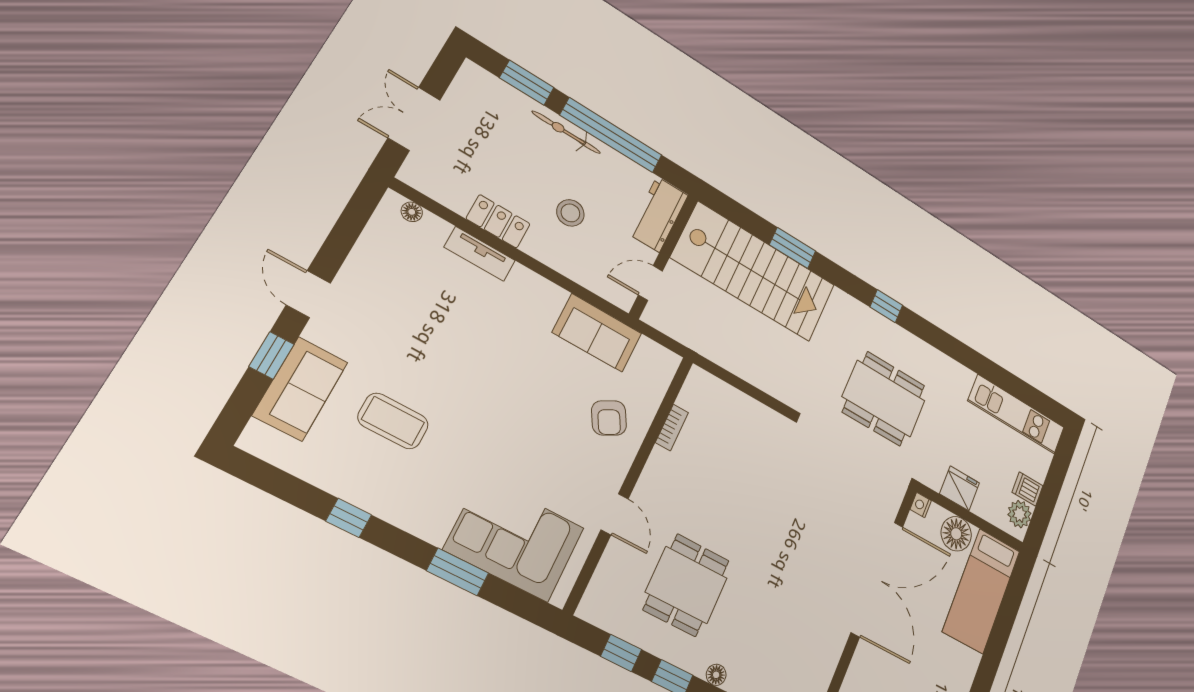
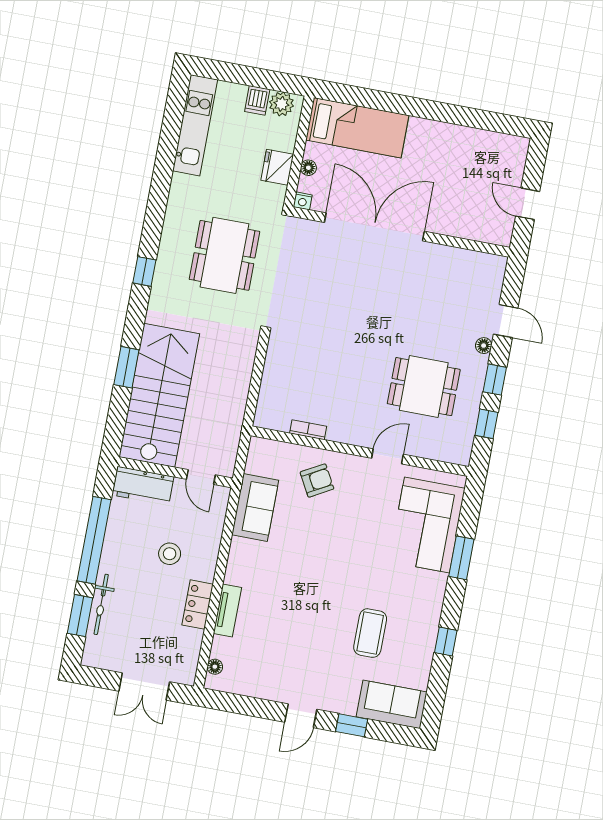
bicycle: (566, 132) -> (101, 604), moved
sofa: (300, 389) -> (392, 704), moved
floor lamp: (956, 534) -> (308, 168), width x0.53, depth x0.53

